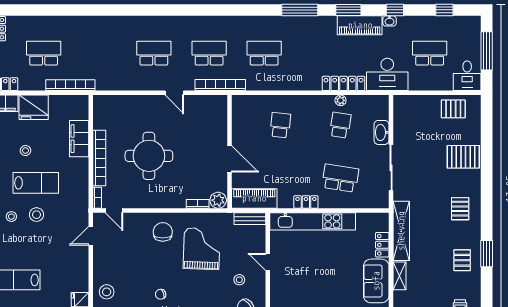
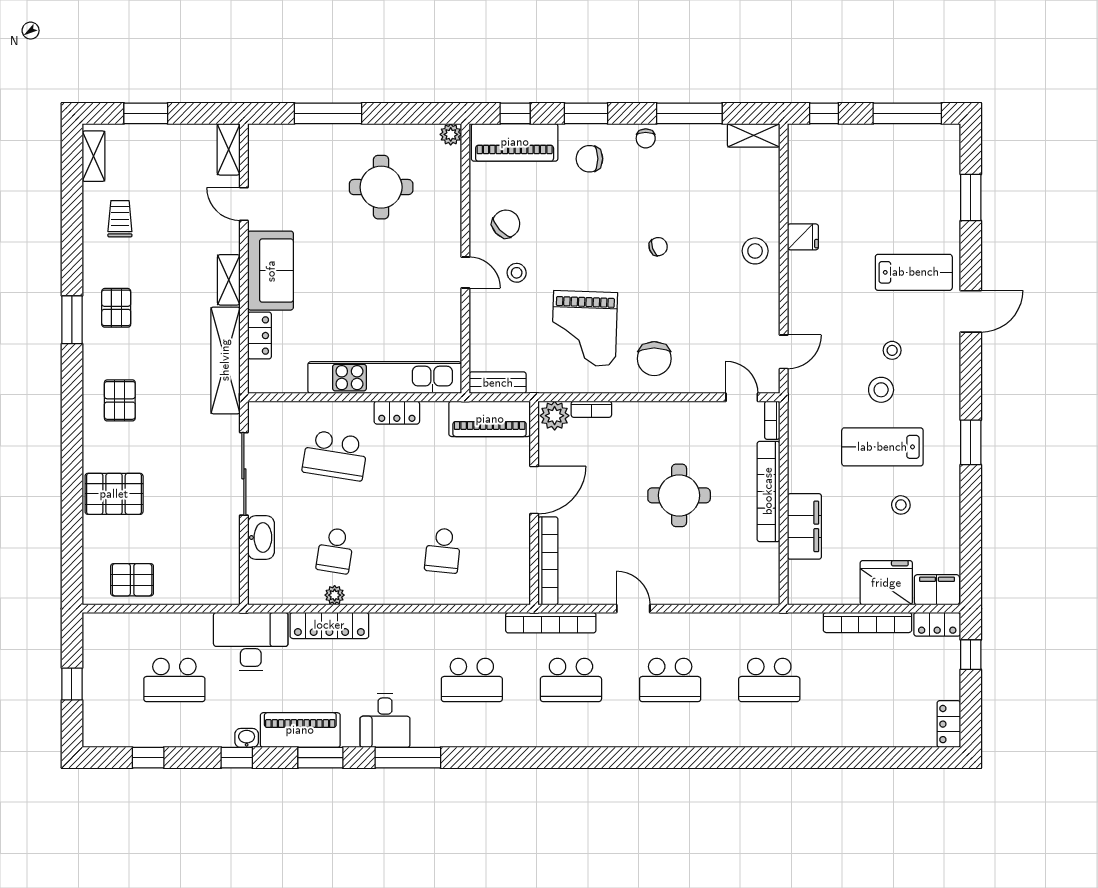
window: (487, 51) -> (72, 684), width x0.46
school desk: (44, 53) -> (769, 680), moved
desk: (467, 76) -> (385, 721), moved, turned 180
bookcase: (70, 85) -> (868, 622), moved
bookcase: (222, 119) -> (548, 561), added
round table: (149, 156) -> (679, 495), width x0.73, depth x0.73
door: (230, 159) -> (534, 490), swing flipped
stool: (11, 217) -> (892, 350), moved
door: (268, 262) -> (465, 272), moved

